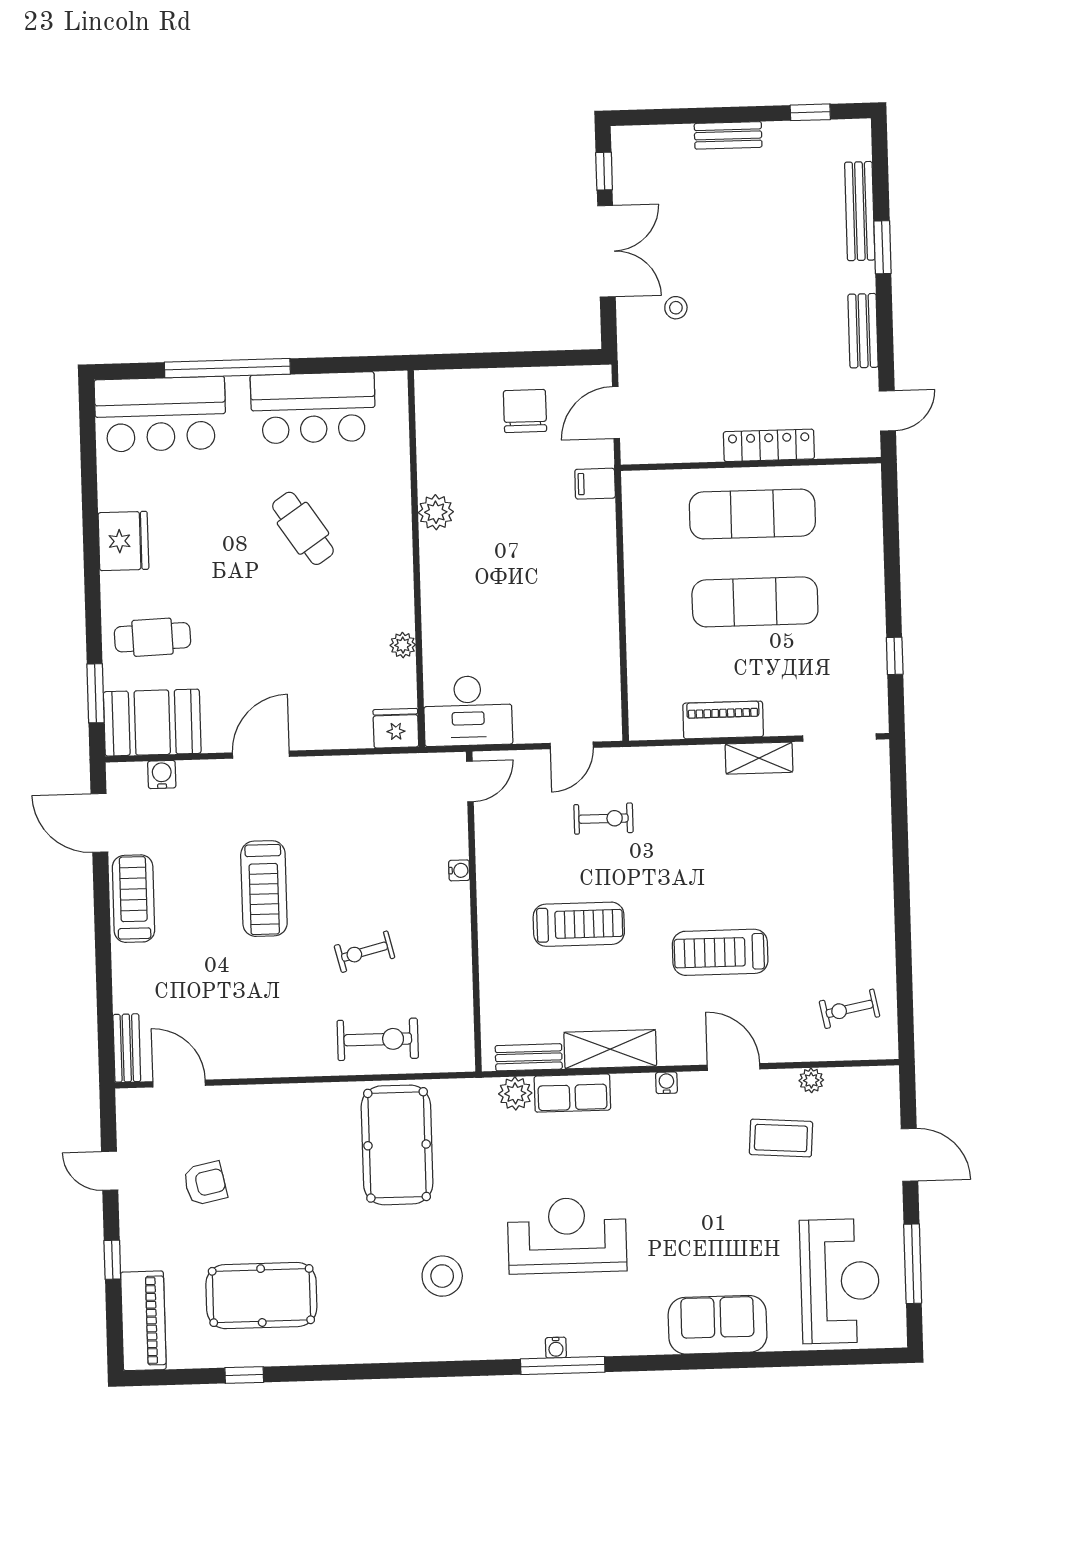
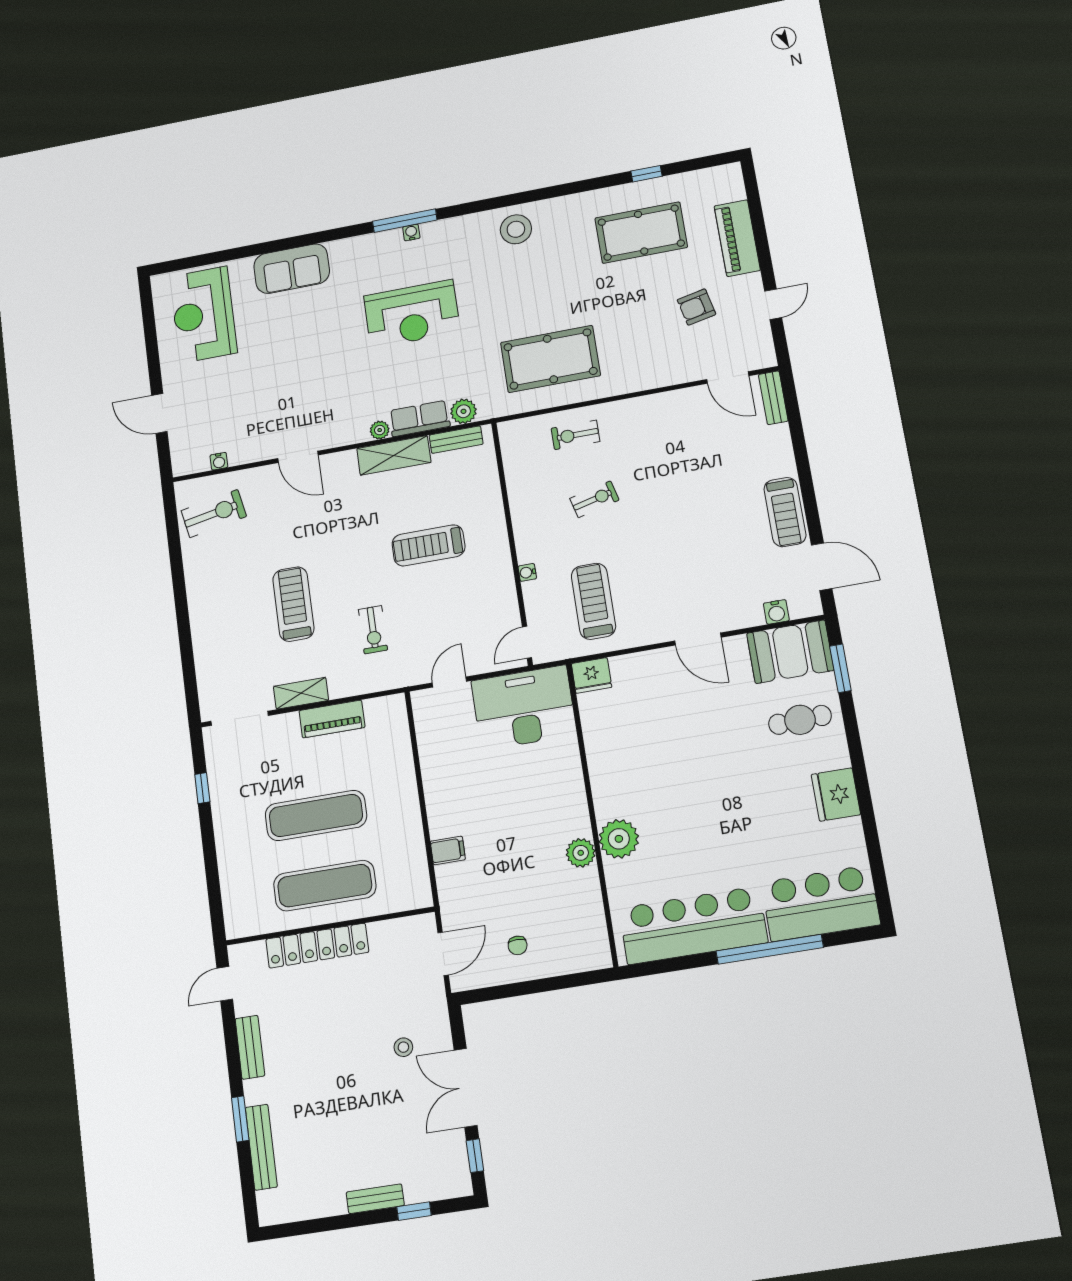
window: (810, 112) -> (414, 1211), moved
bar counter: (313, 408) -> (693, 925), width x1.36
chair: (525, 411) -> (518, 945), width x0.54, depth x0.54
locker: (769, 445) -> (317, 946), width x1.41, depth x1.21
filing cabinet: (595, 484) -> (448, 850), moved
cafe table: (303, 528) -> (688, 825), removed
plant: (403, 645) -> (619, 839), moved, width x1.88, depth x1.88
desk: (468, 711) -> (524, 708), width x1.36, depth x1.30
door: (261, 755) -> (698, 639), hinge flipped
exercise bike: (603, 819) -> (373, 630), moved, turned -90
treadmill: (264, 889) -> (593, 601), moved
treadmill: (720, 952) -> (293, 604), moved, turned -90
exercise bike: (849, 1009) -> (214, 514), width x1.38, depth x1.39
exercise bike: (378, 1039) -> (575, 435), width x0.73, depth x0.72
plant: (811, 1080) -> (380, 430), moved
water cooler: (666, 1083) -> (219, 461), moved
coffee table: (781, 1138) -> (257, 410), removed
pool table: (397, 1145) -> (550, 359), turned 90
door: (110, 1171) -> (773, 304), hinge flipped
window: (112, 1260) -> (761, 240), removed
window: (913, 1264) -> (151, 336), removed
stool: (442, 1276) -> (516, 229), moved
piano: (143, 1321) -> (737, 238), moved

